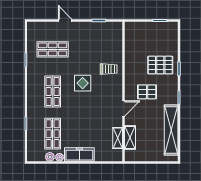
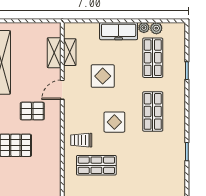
shop shelf: (53, 49) -> (96, 165), moved
display table: (92, 119) -> (103, 76), added

